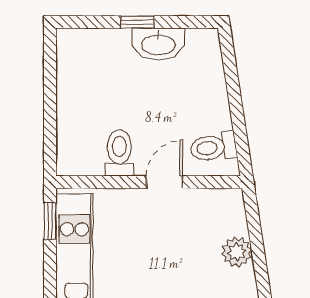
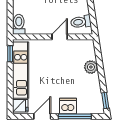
toilet: (119, 153) -> (19, 24), moved

